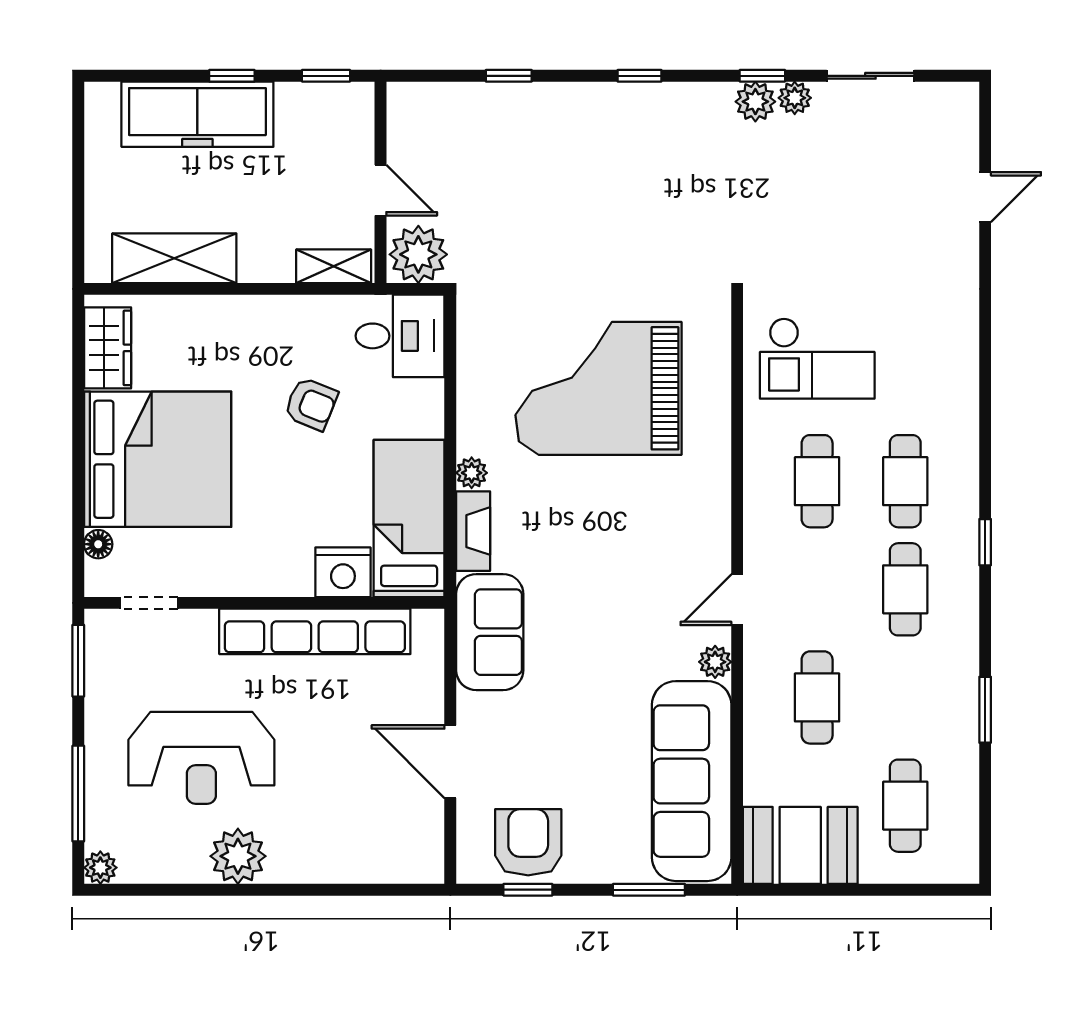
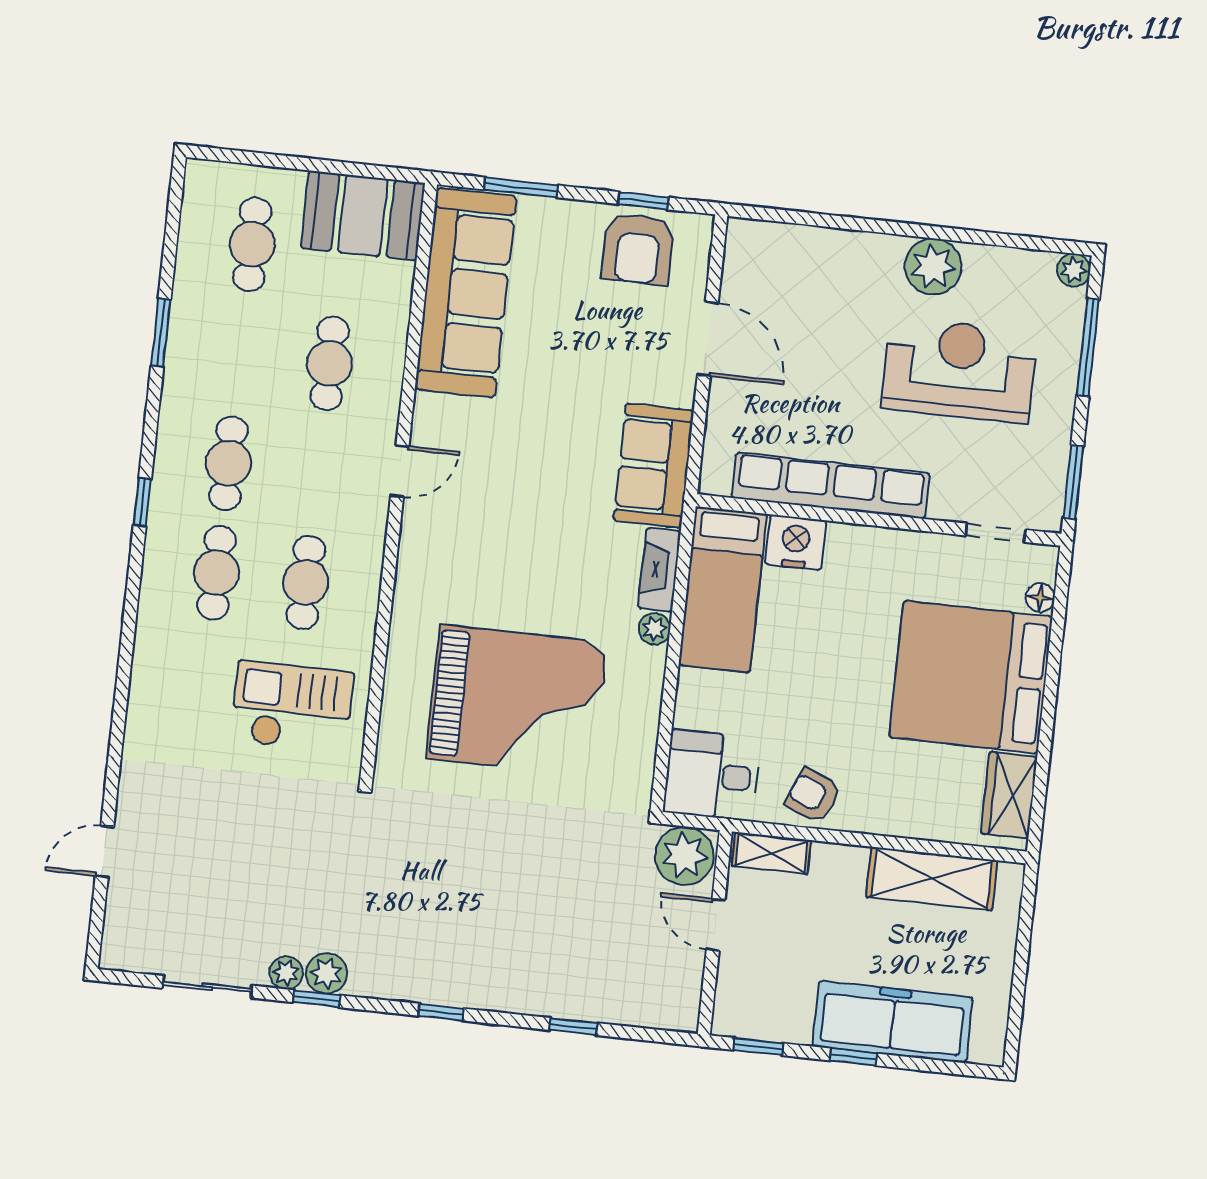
armchair: (311, 404) -> (813, 795), moved
plant: (715, 662) -> (429, 411), removed

